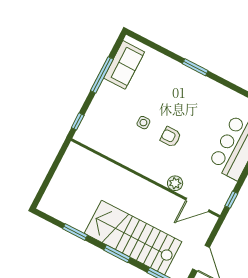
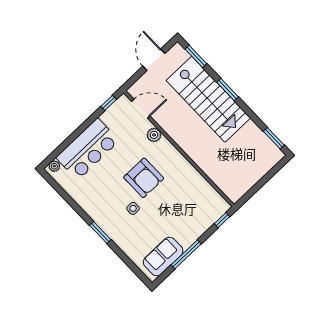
side table: (143, 123) -> (133, 208), moved
armchair: (171, 137) -> (144, 178), width x1.88, depth x1.88
window: (75, 232) -> (274, 138), moved

